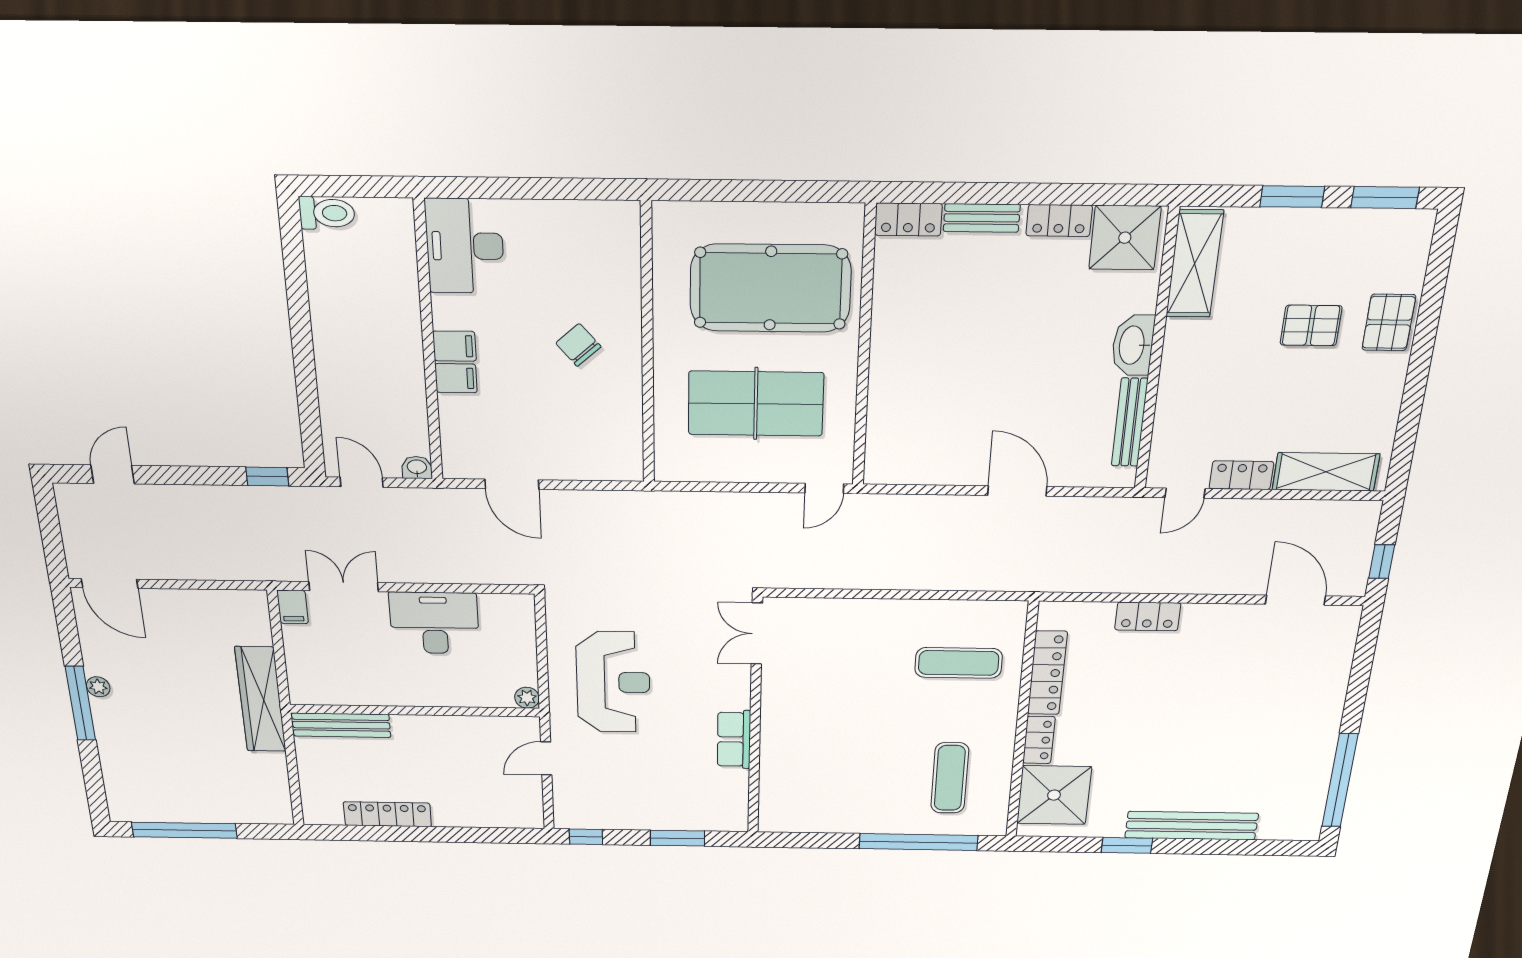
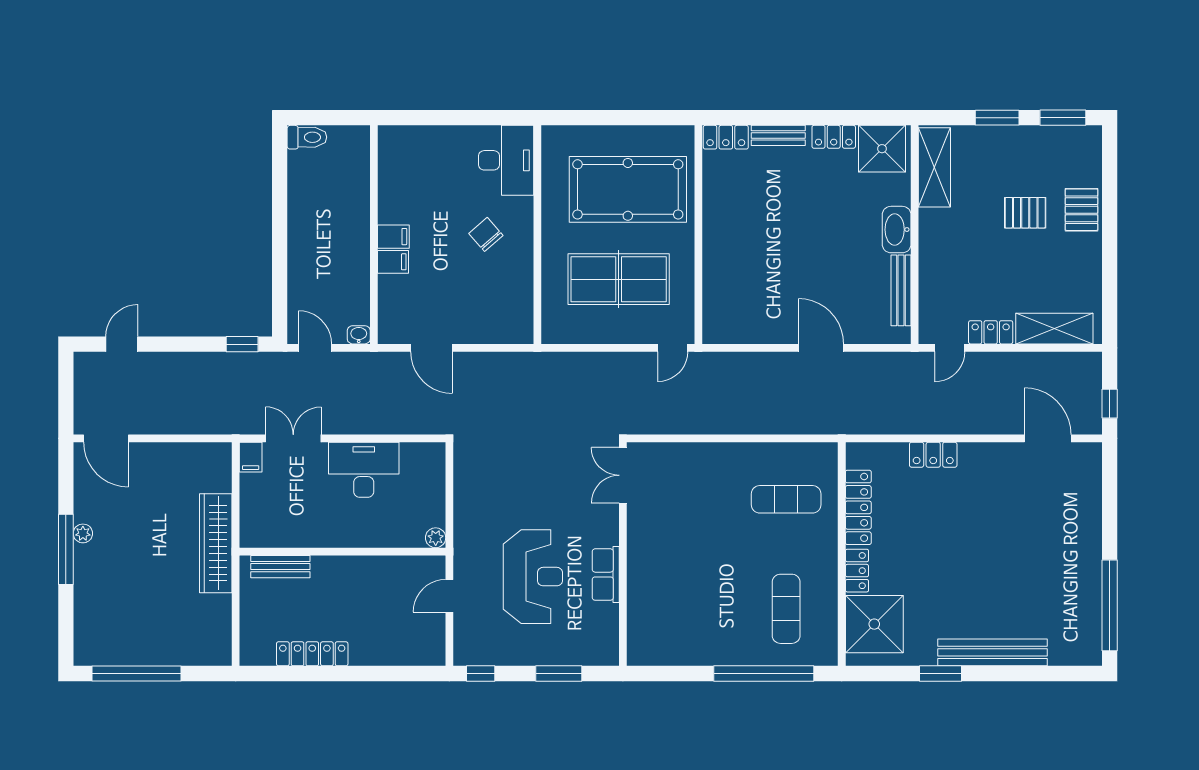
desk: (465, 246) -> (506, 160), moved, turned 180
reception desk: (613, 682) -> (533, 577), moved
bench: (341, 725) -> (280, 567), width x0.73

